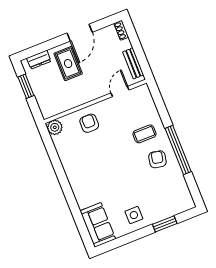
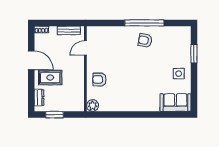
door: (120, 91) -> (85, 48), hinge flipped
coffee table: (144, 134) -> (123, 43), removed

